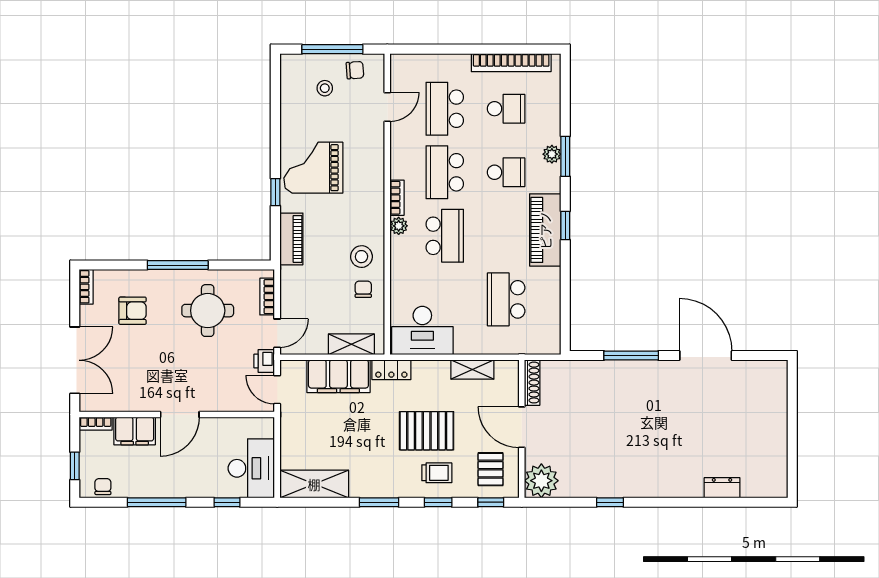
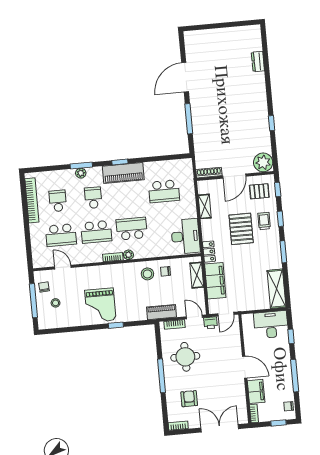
piano: (291, 239) -> (162, 312), moved

